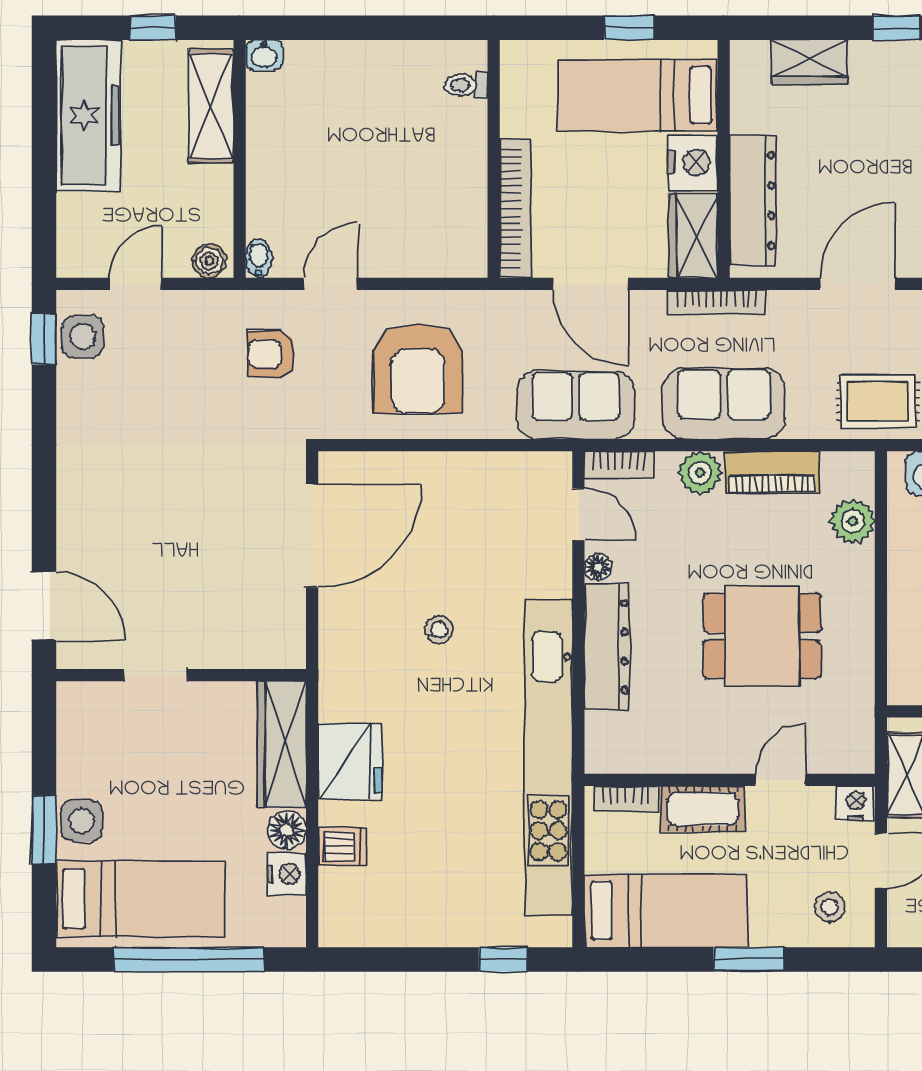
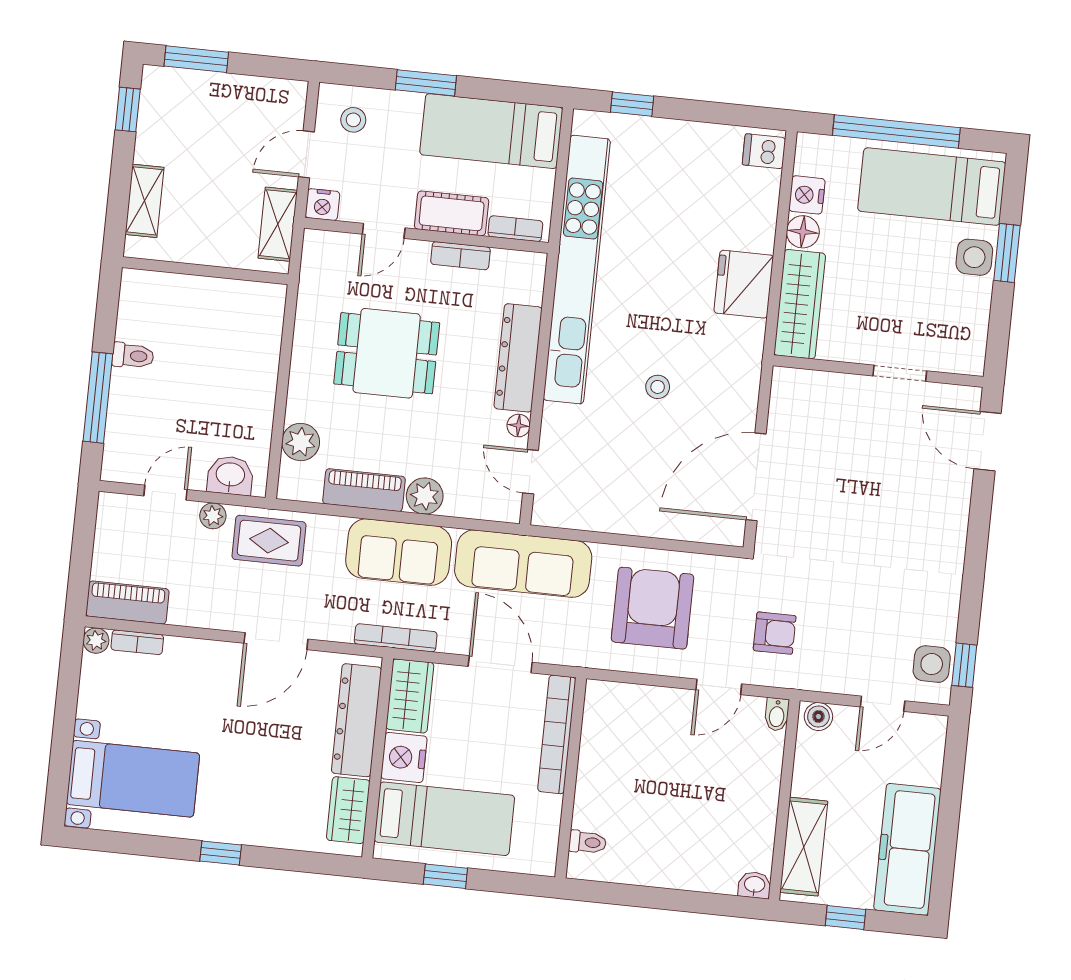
wardrobe: (810, 62) -> (348, 810), moved, turned -90
sofa: (576, 405) -> (523, 564), width x1.36
bookcase: (619, 465) -> (460, 256), moved, turned 180
dishwasher: (342, 846) -> (764, 151), moved

